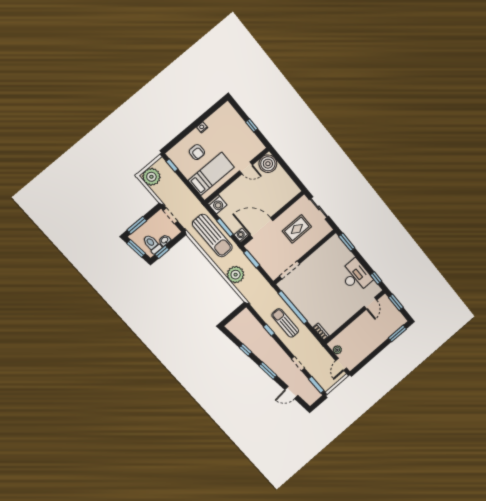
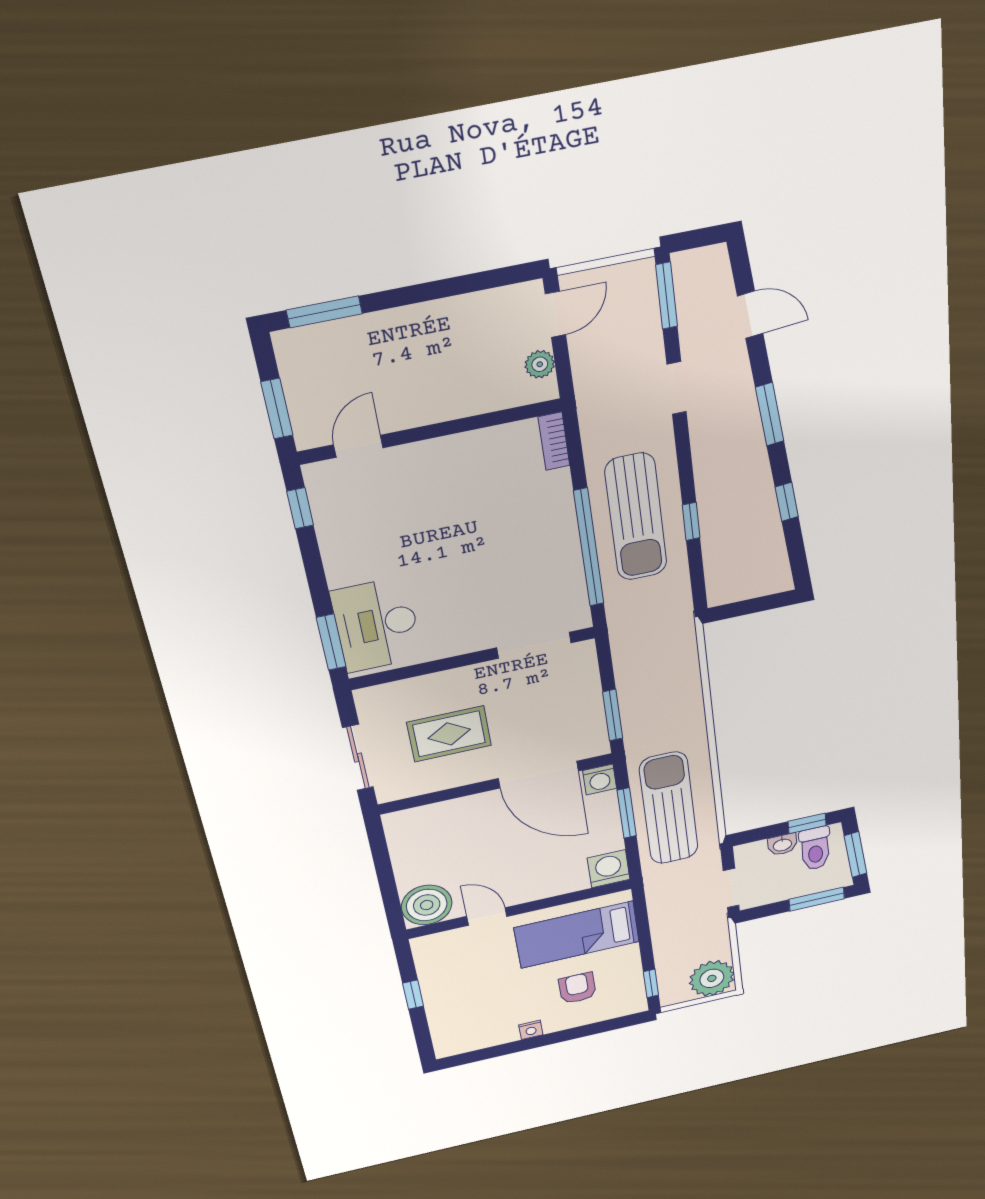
plant: (236, 275) -> (678, 698), removed
desk: (356, 276) -> (377, 625), moved
sun lounger: (285, 323) -> (636, 517), width x1.36, depth x1.34

